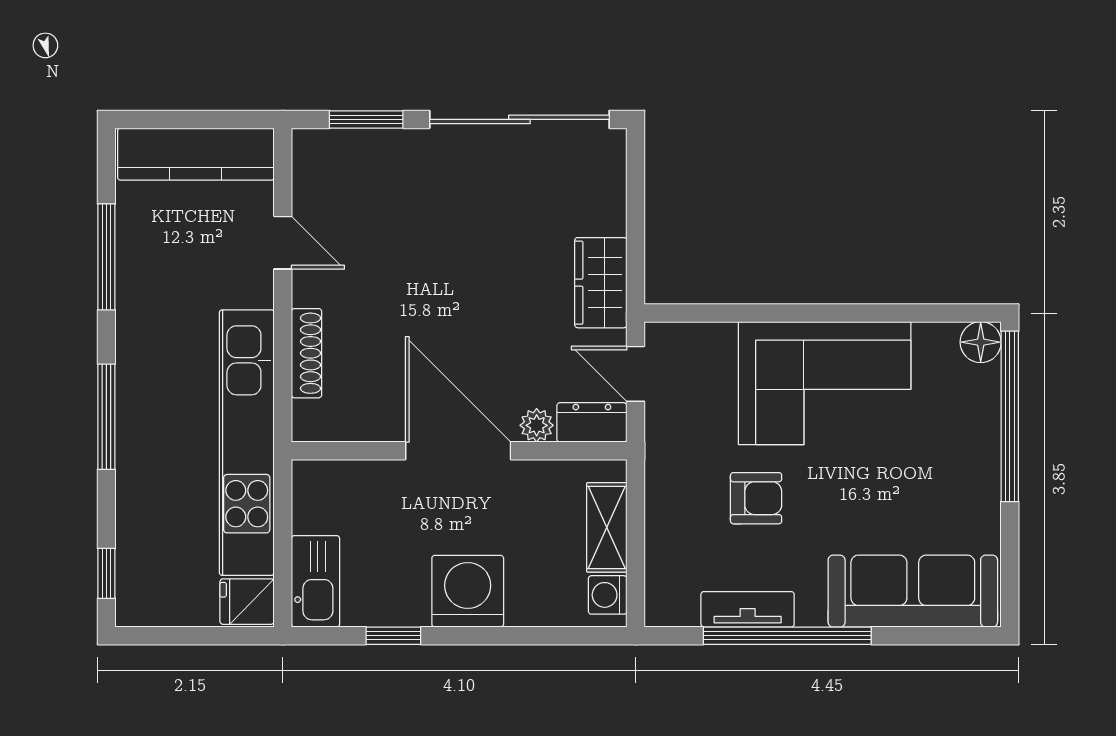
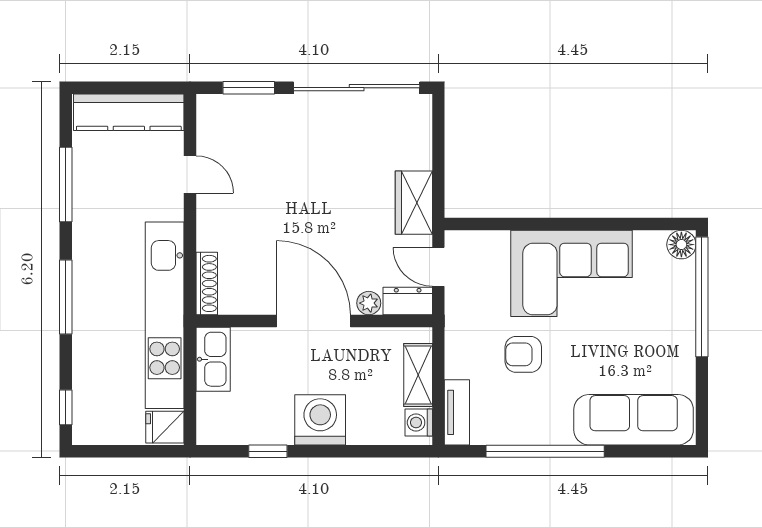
shoe rack: (307, 353) -> (207, 283), moved
armchair: (756, 498) -> (523, 354), turned 180
kitchen sink: (315, 581) -> (213, 359), moved
tv unit: (748, 609) -> (457, 412), moved, turned 90

